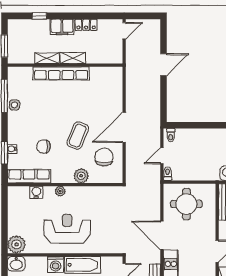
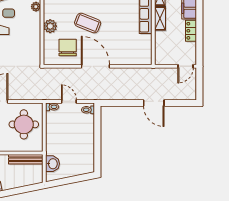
door: (124, 31) -> (185, 66), hinge flipped
chair: (104, 157) -> (68, 47), turned -90

